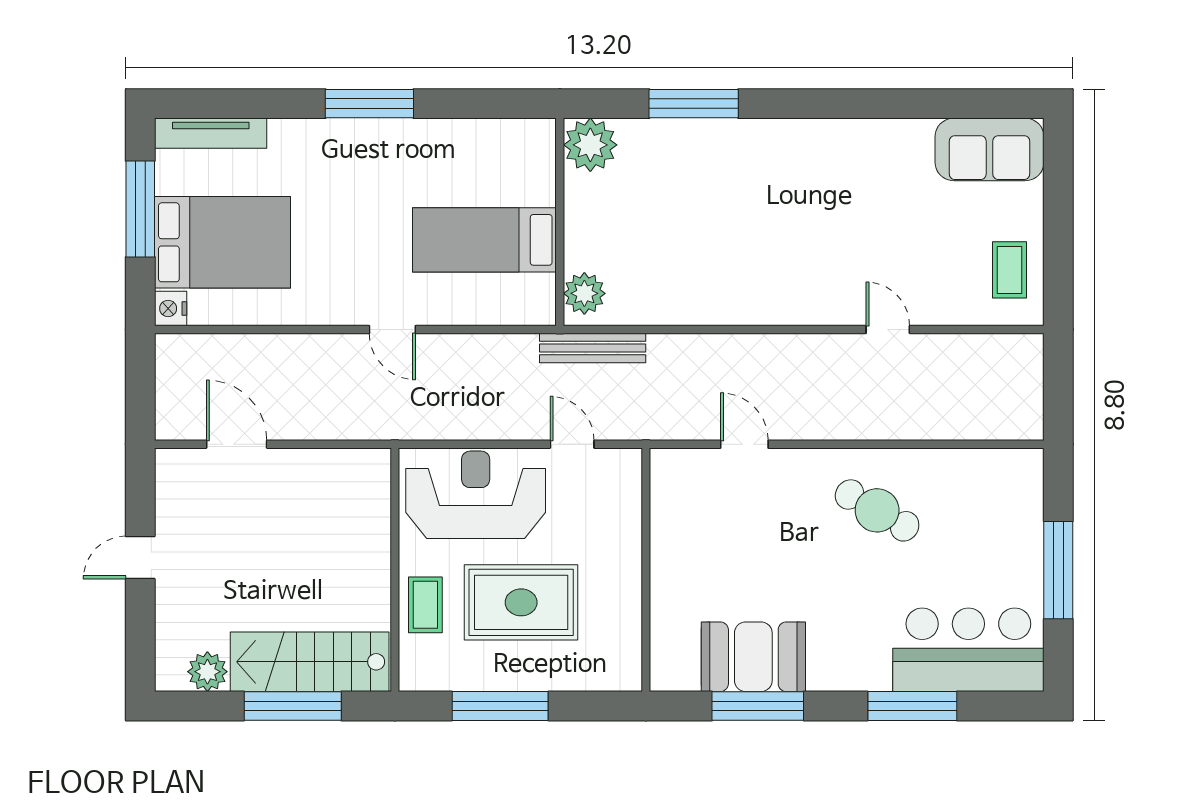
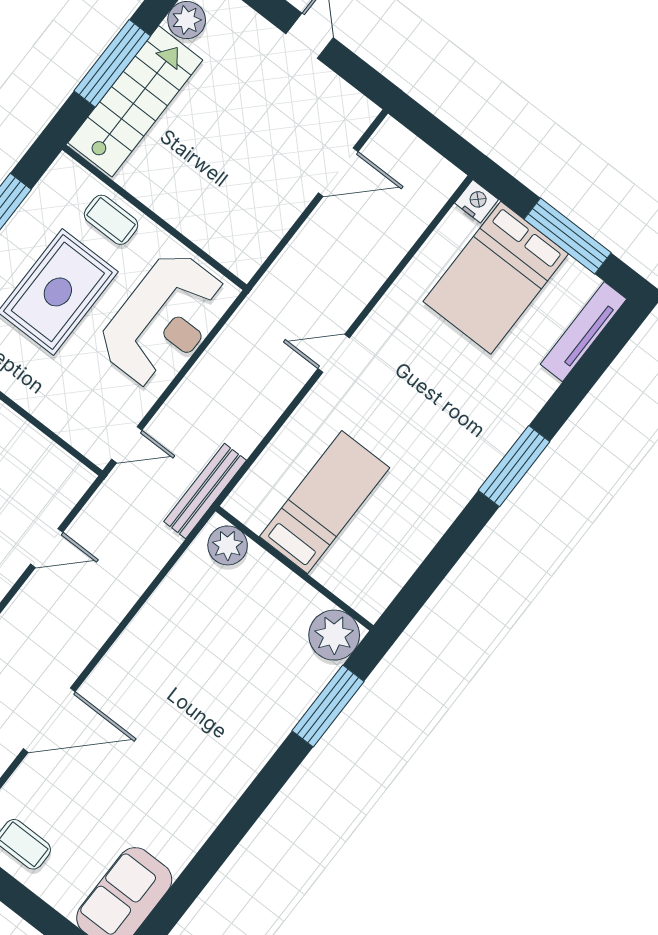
plant: (590, 145) -> (334, 635), moved
wall: (560, 222) -> (295, 568), moved
bed: (484, 240) -> (325, 502), moved
plant: (584, 293) -> (228, 545), moved
door: (888, 330) -> (49, 720), width x1.87
door: (572, 444) -> (127, 445), moved

